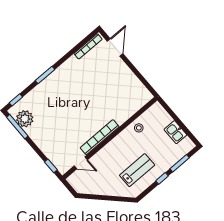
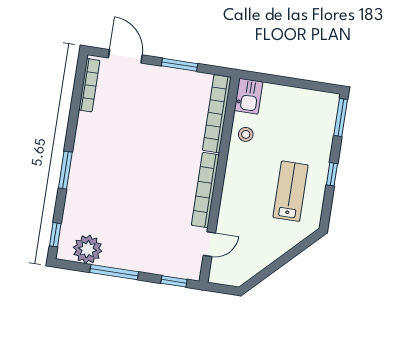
window: (136, 72) -> (180, 65), added
bookcase: (134, 108) -> (217, 114), added
window: (17, 127) -> (114, 272), moved
kitchen sink: (175, 132) -> (248, 96), moved, turned -90
window: (180, 163) -> (341, 118), moved

